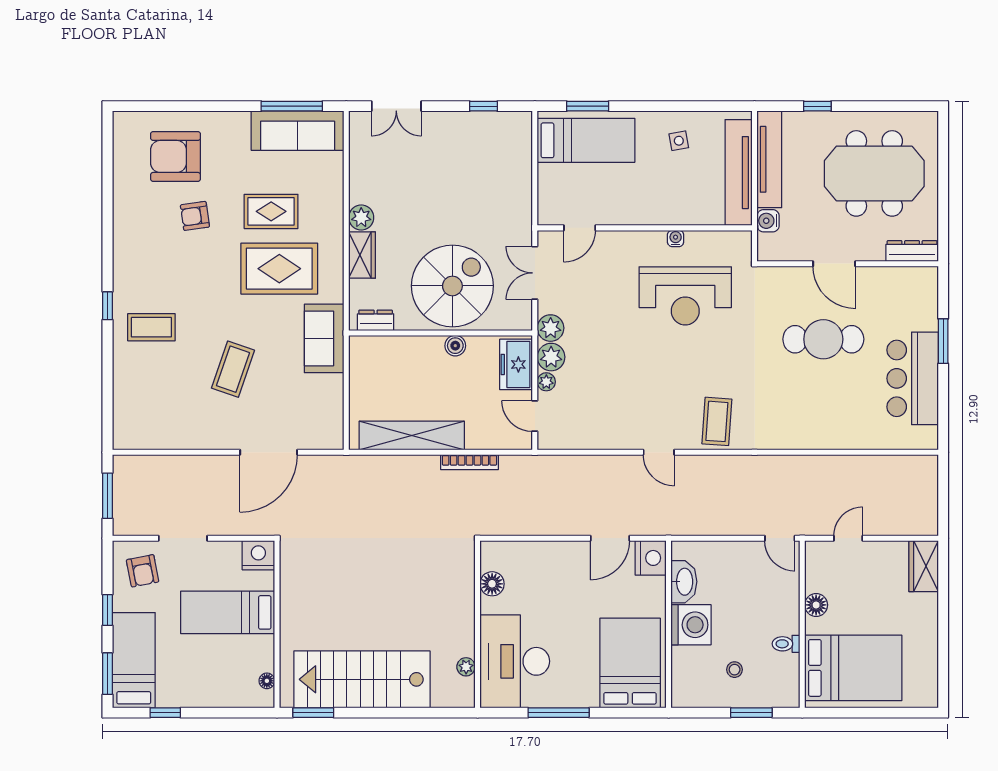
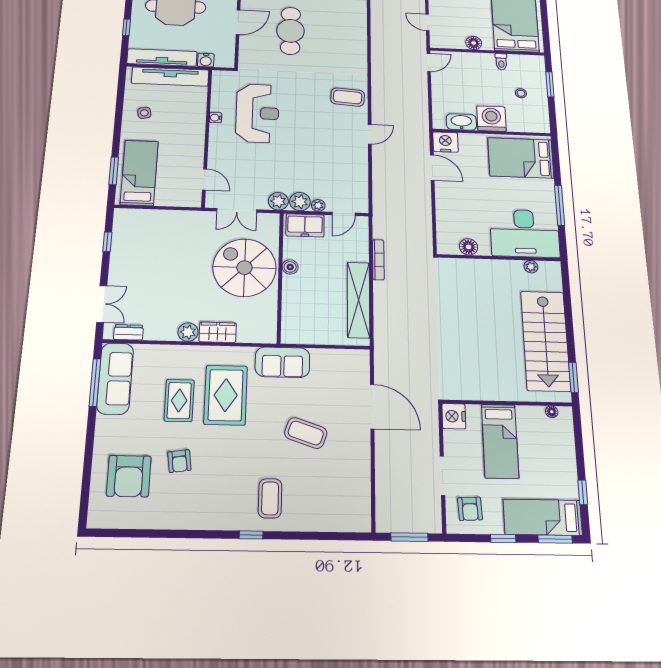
dresser: (376, 320) -> (128, 332), moved, turned 90
armchair: (143, 571) -> (470, 509), turned 98

